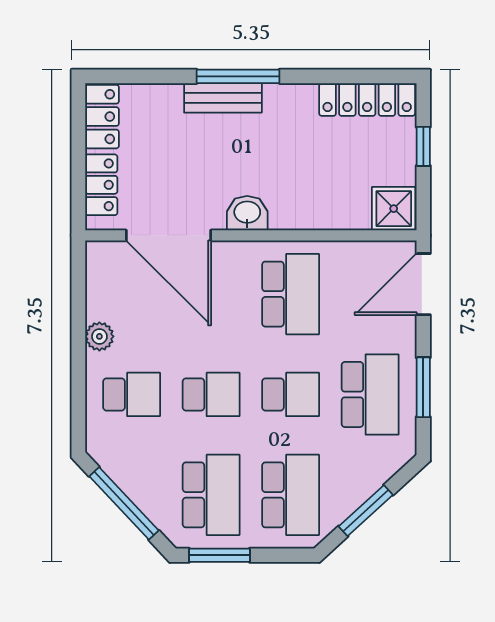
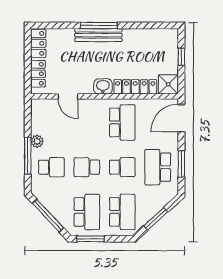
bench: (223, 98) -> (98, 35), width x1.36
locker: (367, 99) -> (135, 87), moved, turned 180
door: (169, 235) -> (68, 96), width x0.53
window: (78, 369) -> (28, 156), added
school desk: (211, 394) -> (87, 167), turned 180
school desk: (370, 394) -> (158, 167), turned 180

